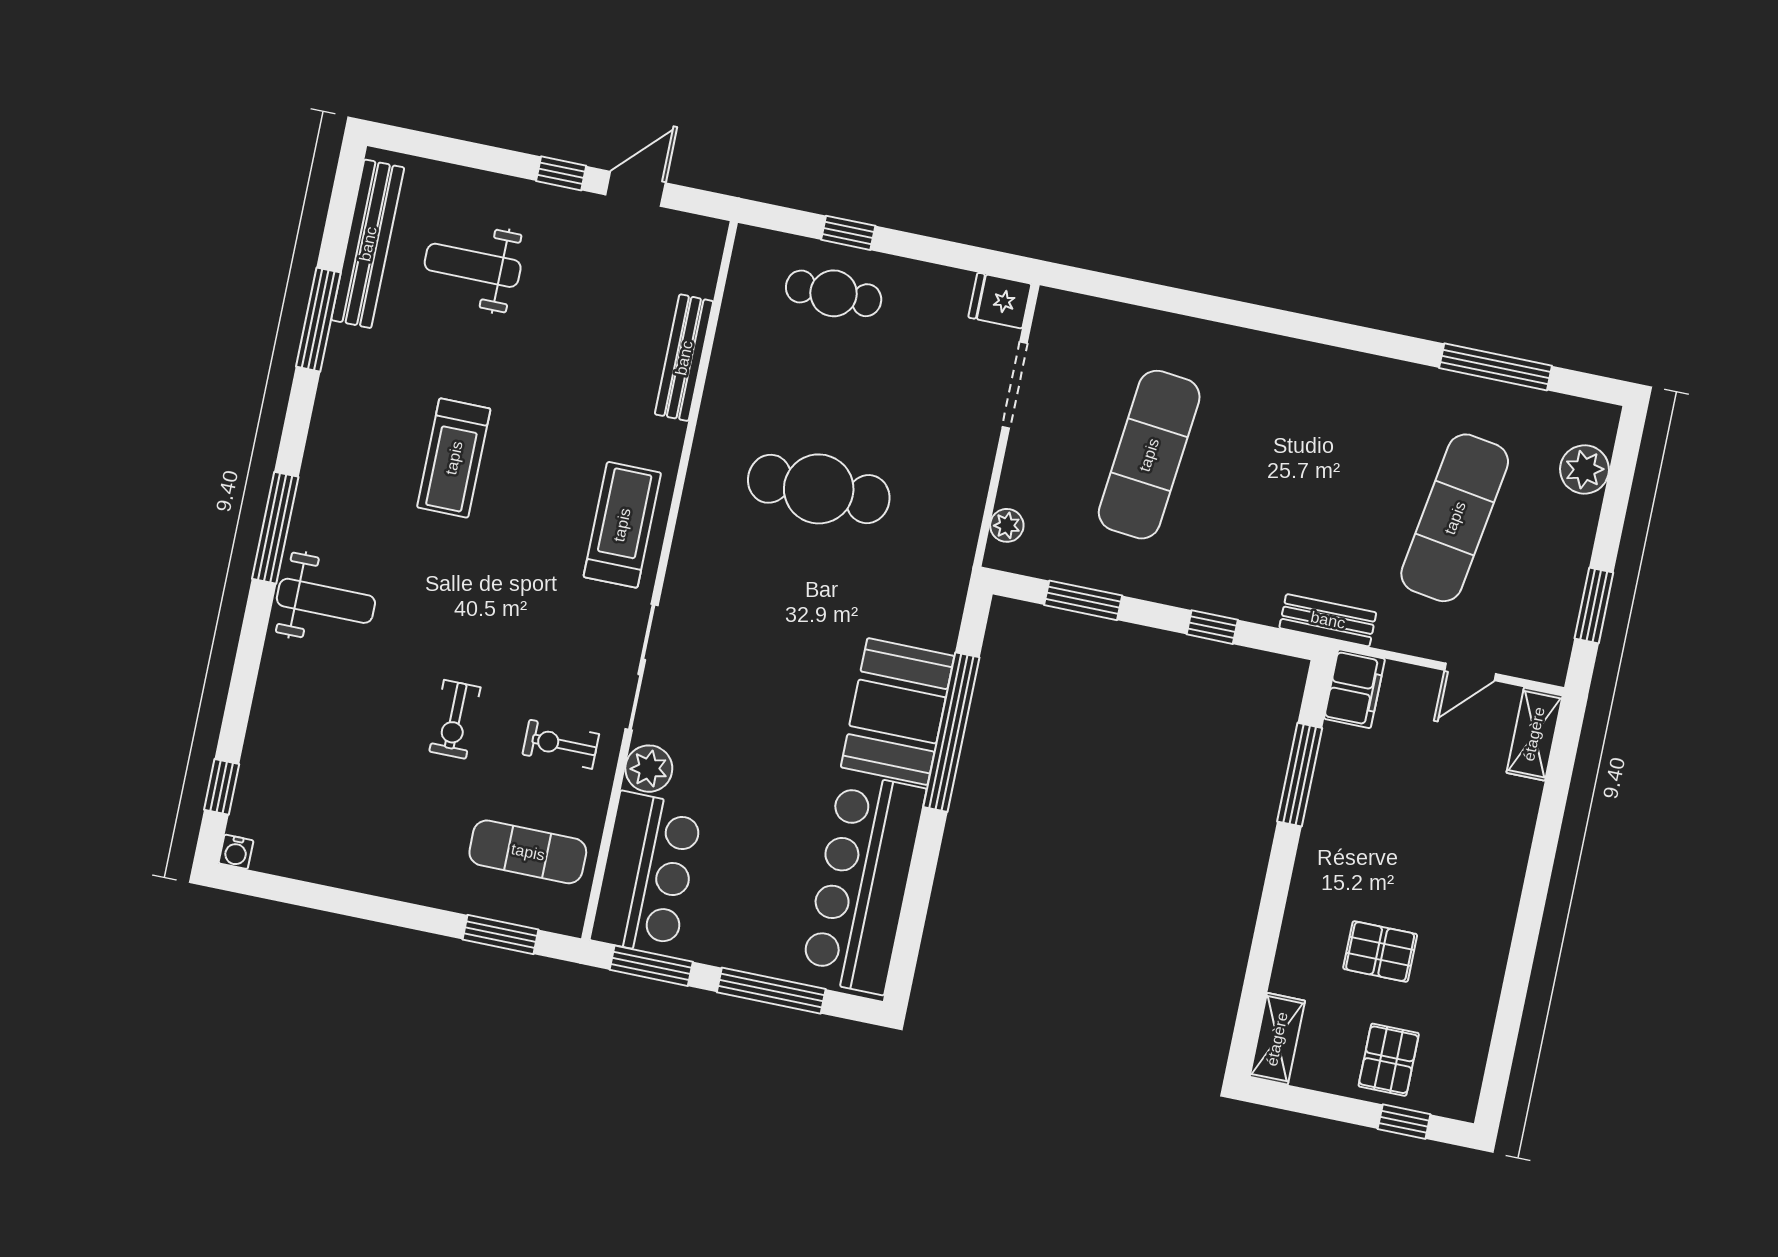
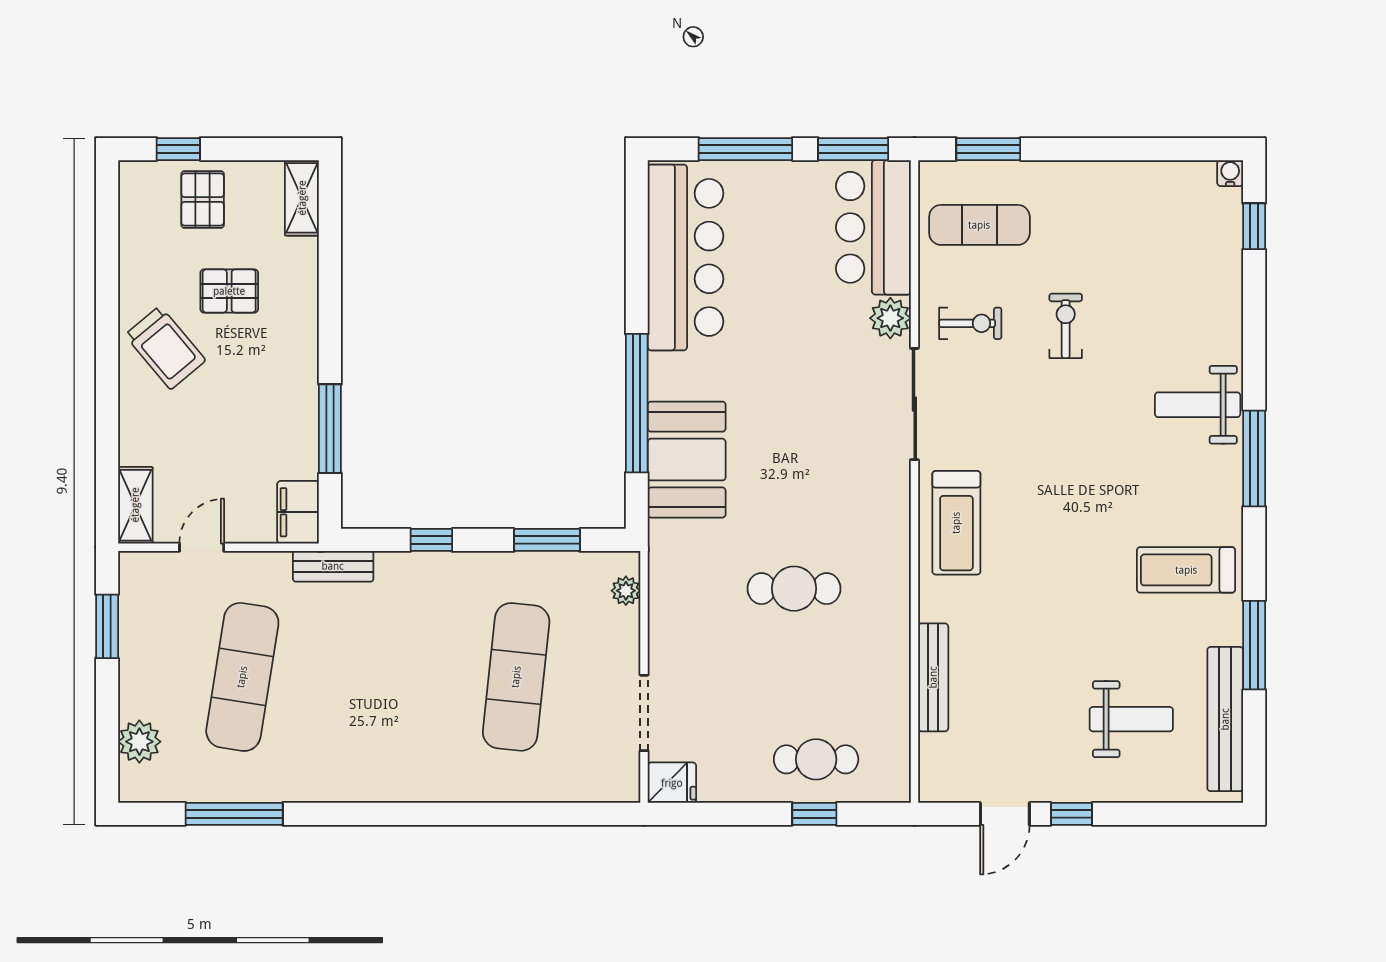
treadmill: (454, 458) -> (1186, 570), moved, turned -90
cafe table: (819, 489) -> (794, 589), width x0.73, depth x0.74
booth: (897, 712) -> (687, 460), moved
trolley: (1465, 903) -> (165, 348), added

